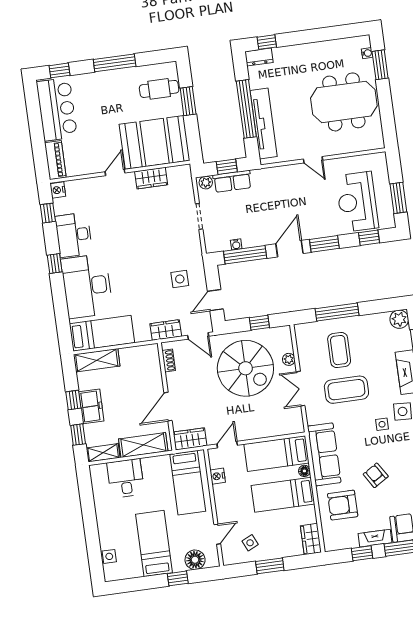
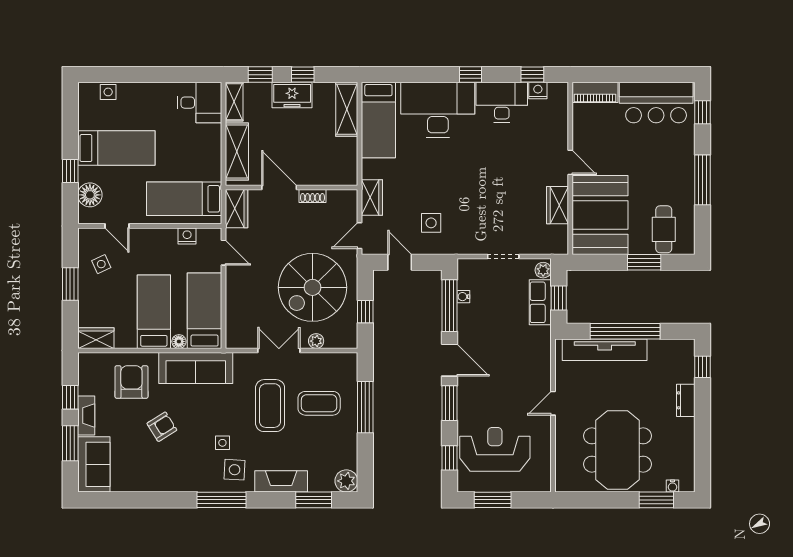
dresser: (259, 57) -> (686, 400), moved
nightstand: (58, 190) -> (538, 91), moved
shoe rack: (169, 361) -> (312, 196), moved
desk: (126, 478) -> (200, 103), moved

